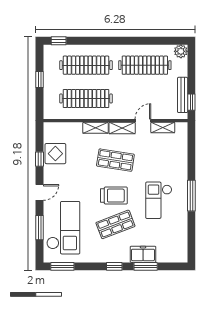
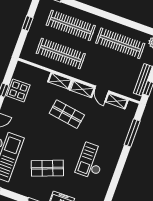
door: (143, 121) -> (102, 89), swing flipped
trolley: (114, 196) -> (55, 143), removed
window: (191, 196) -> (132, 133), moved

